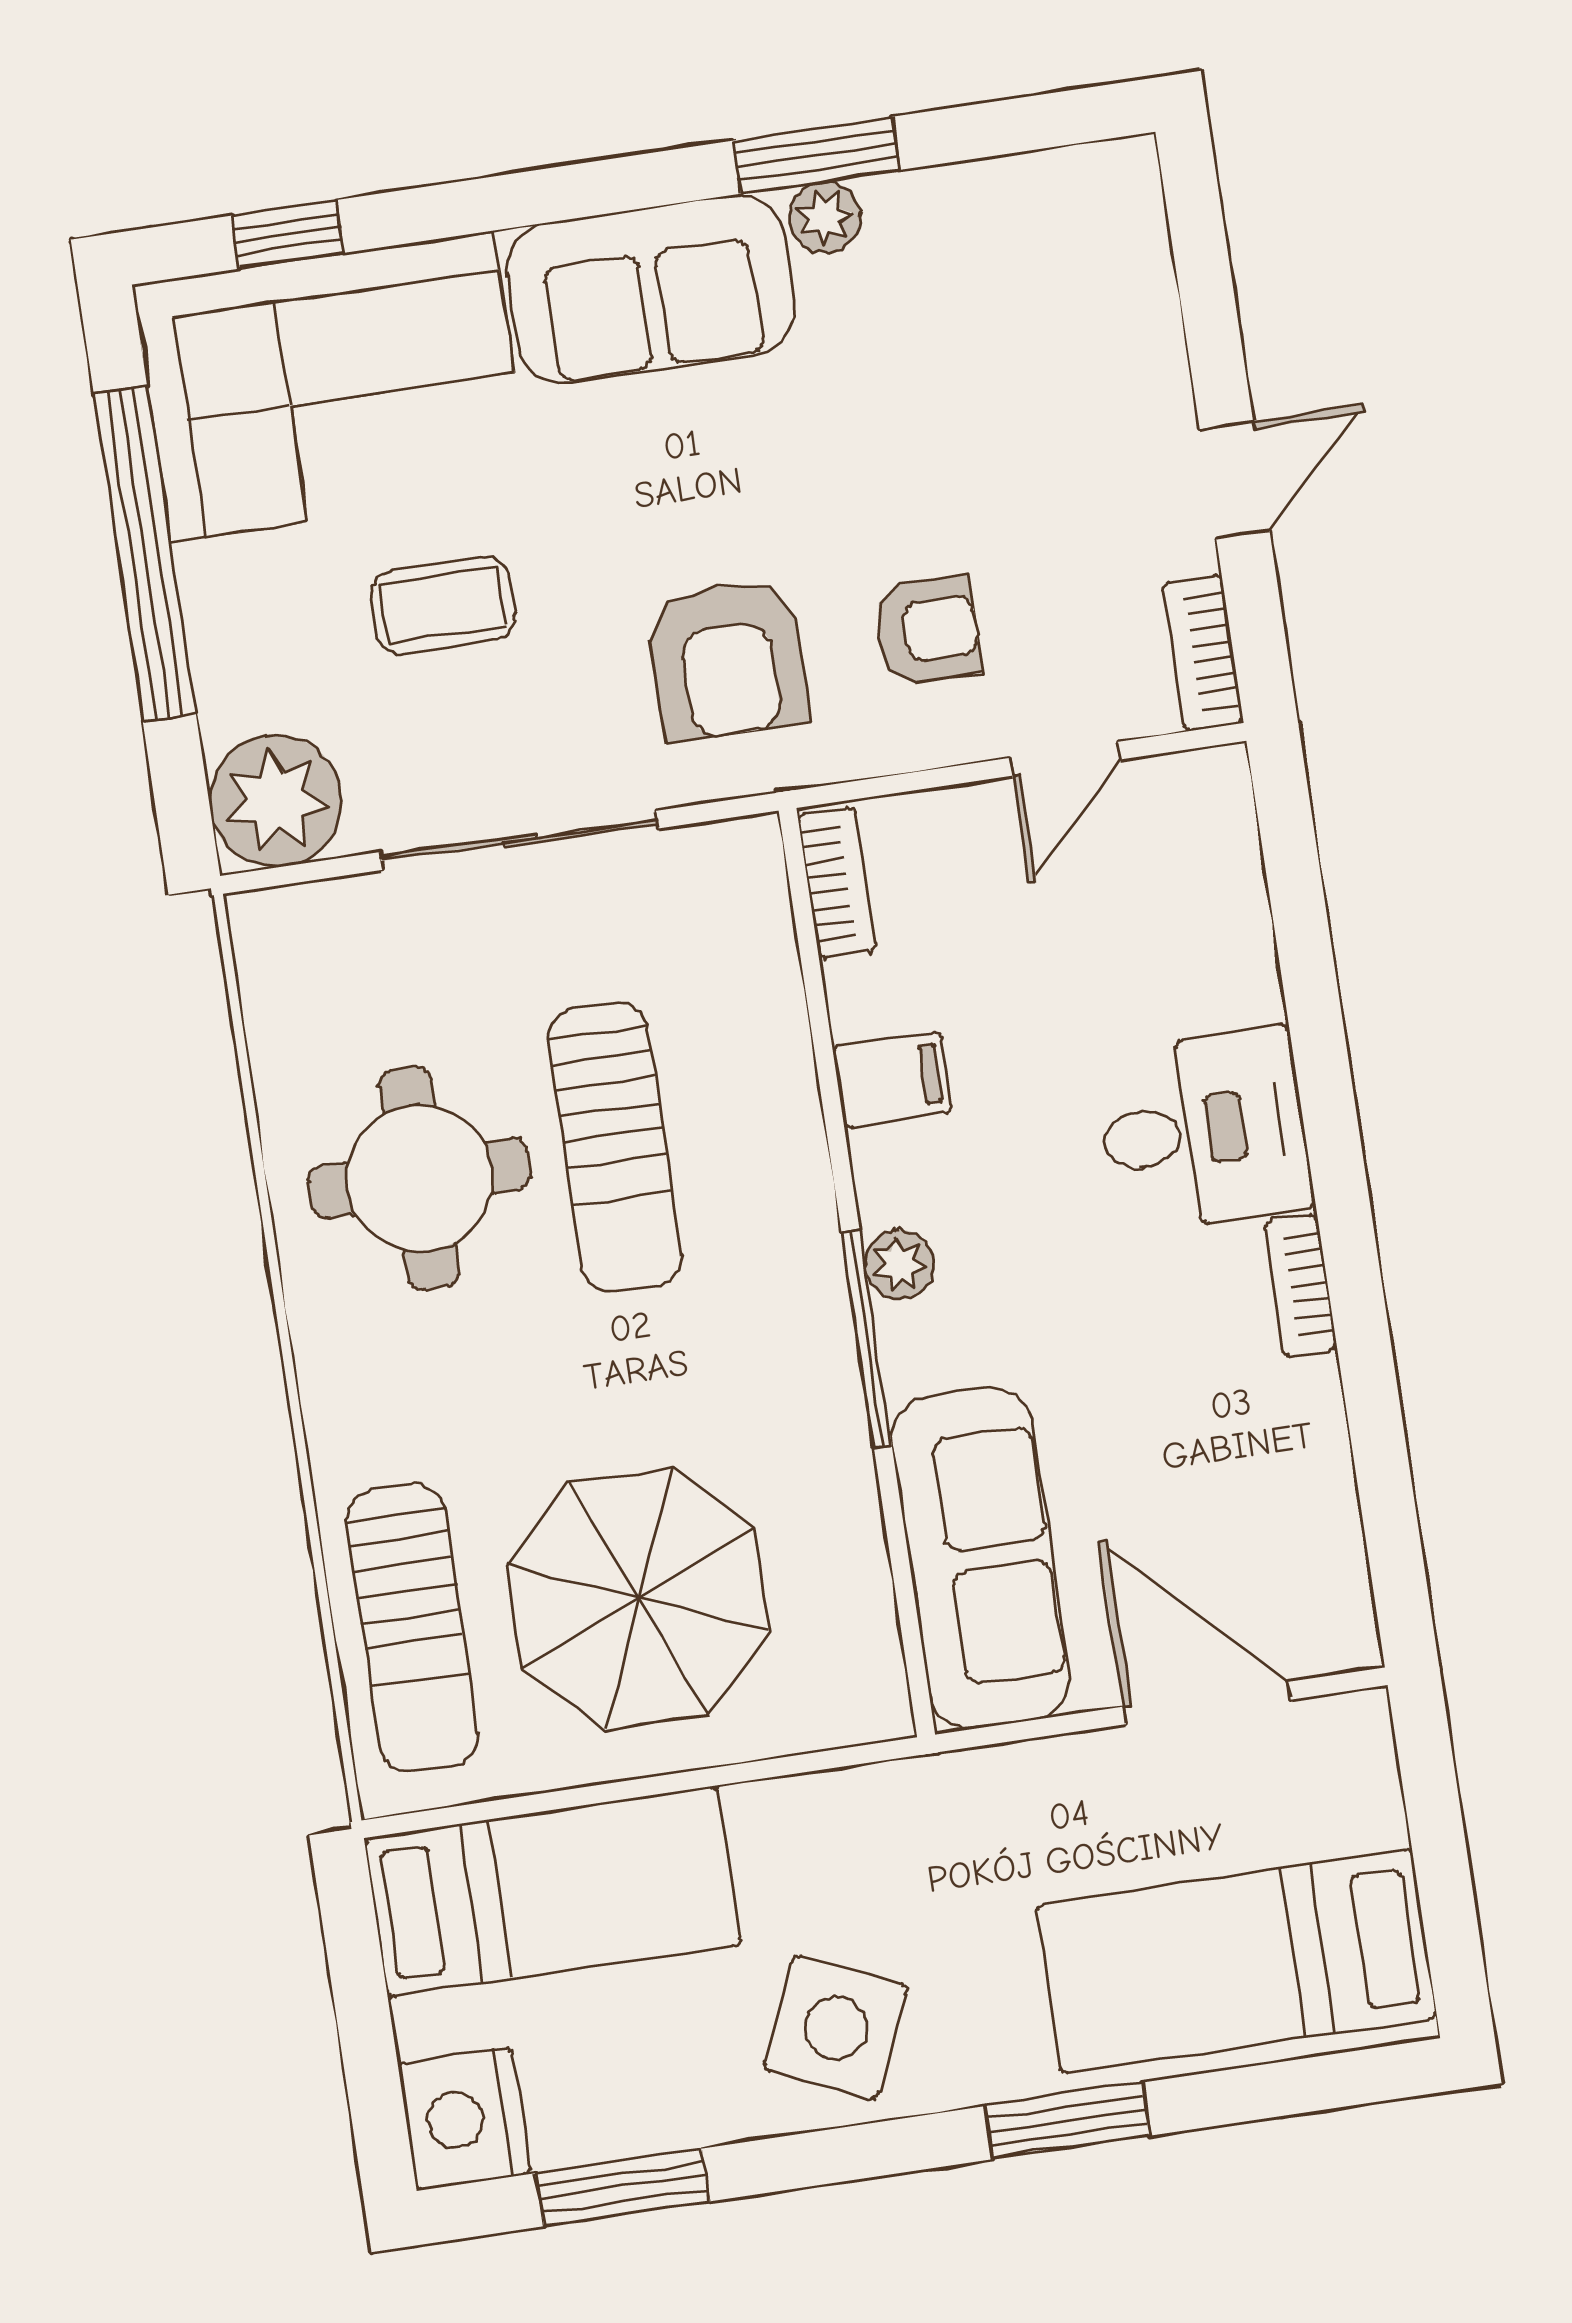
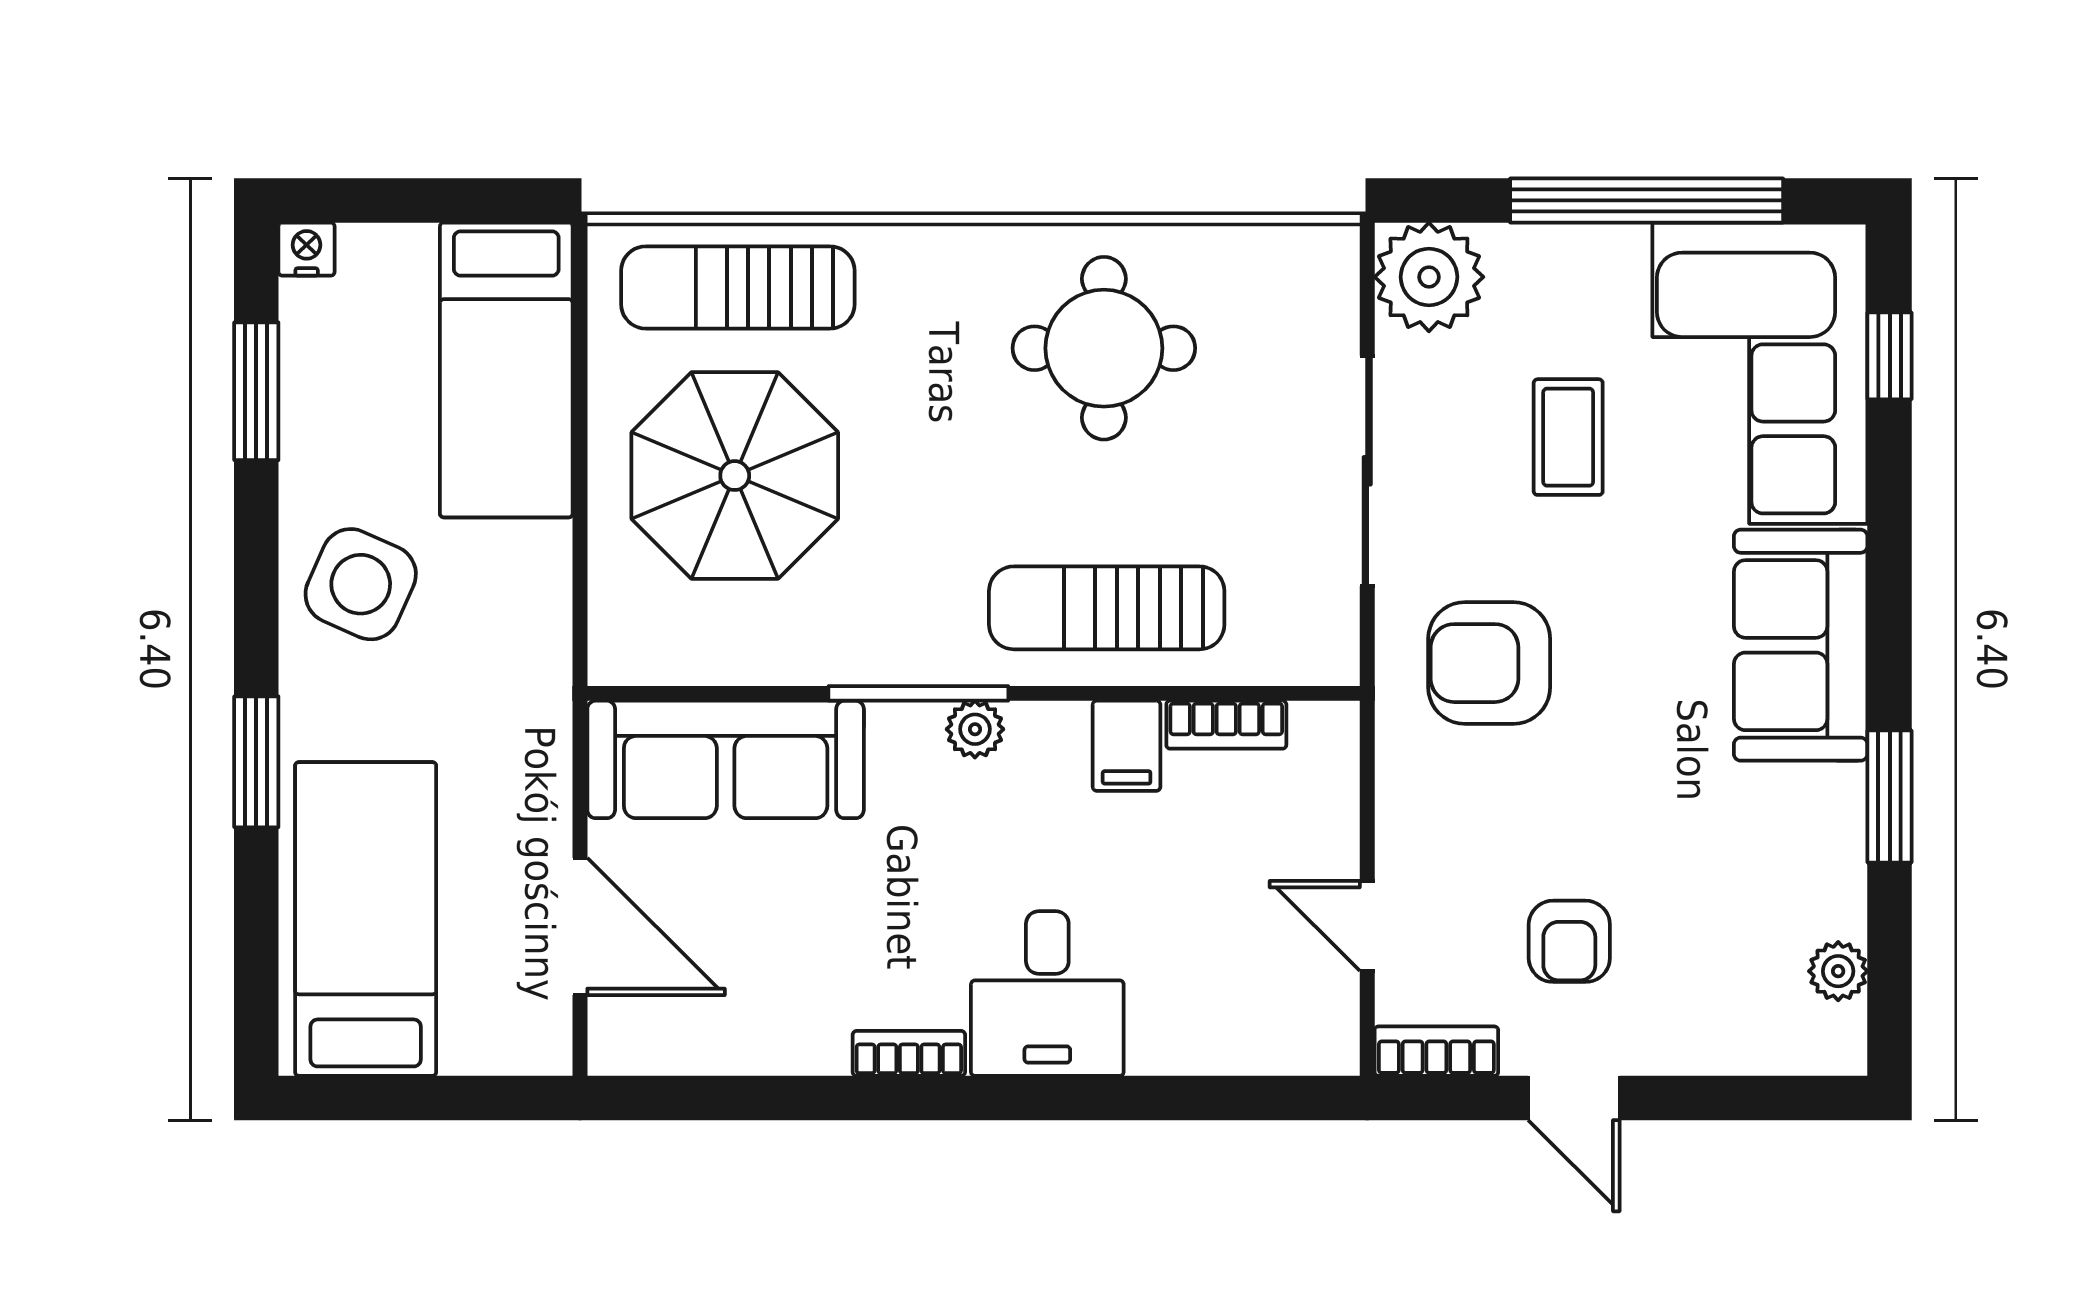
plant: (825, 217) -> (1838, 971), moved
armchair: (927, 630) -> (1569, 941), moved
bookcase: (837, 883) -> (1226, 725), moved
sun lounger: (615, 1147) -> (1107, 608), moved
door: (1207, 1703) -> (580, 926), hinge flipped
nightstand: (464, 2119) -> (307, 249), width x0.53, depth x0.56

